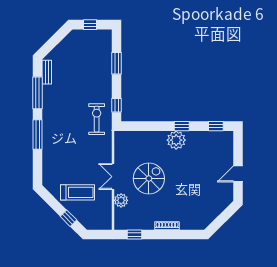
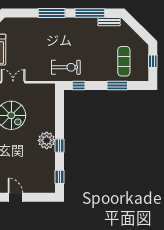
exercise mat: (90, 56) -> (124, 61), added

